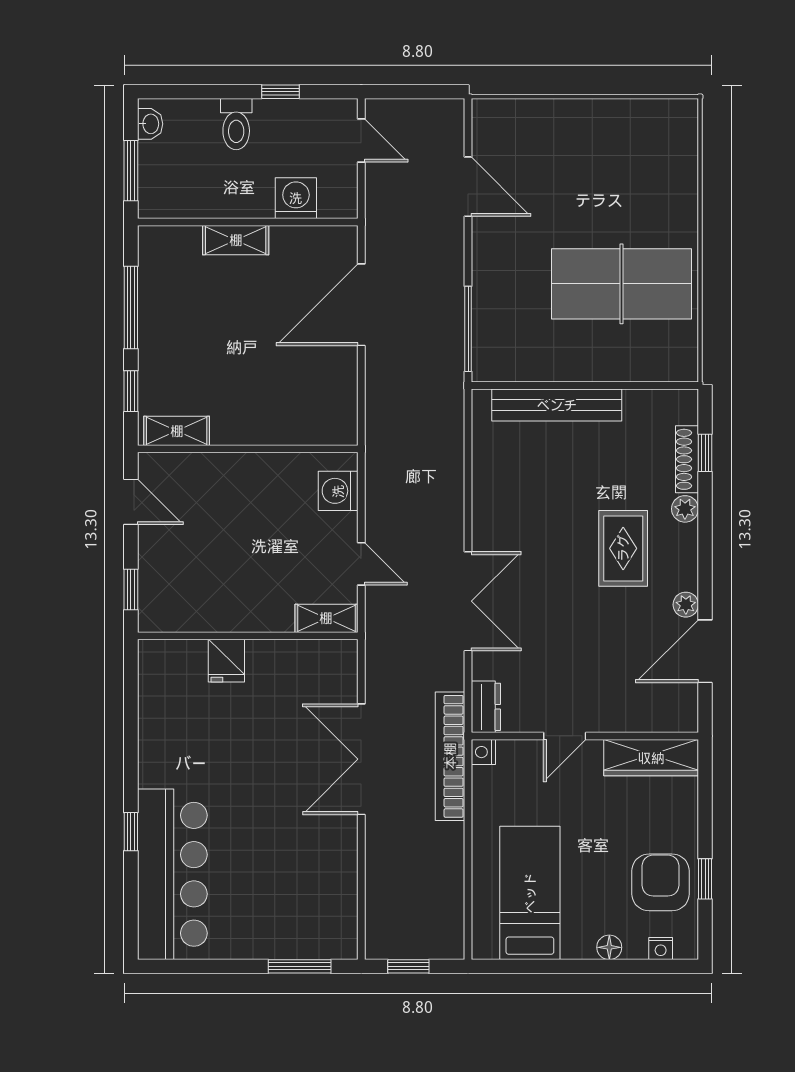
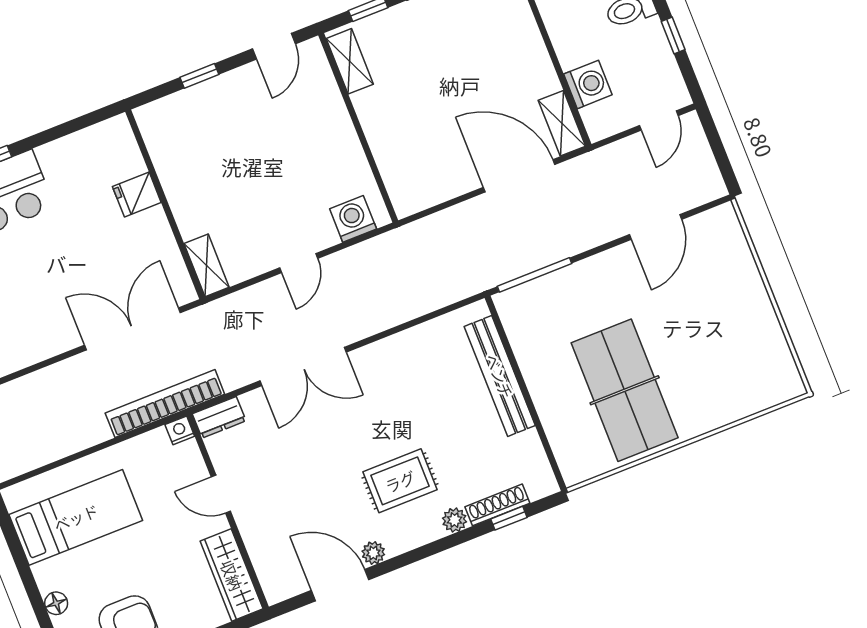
shelving: (236, 240) -> (562, 123), moved
shelving: (326, 618) -> (207, 265), moved
wall: (248, 636) -> (165, 204), moved
fridge: (226, 661) -> (137, 195), moved

